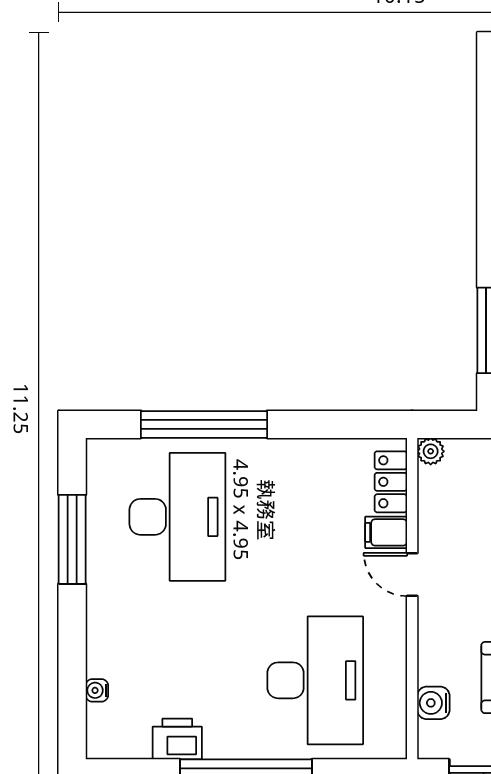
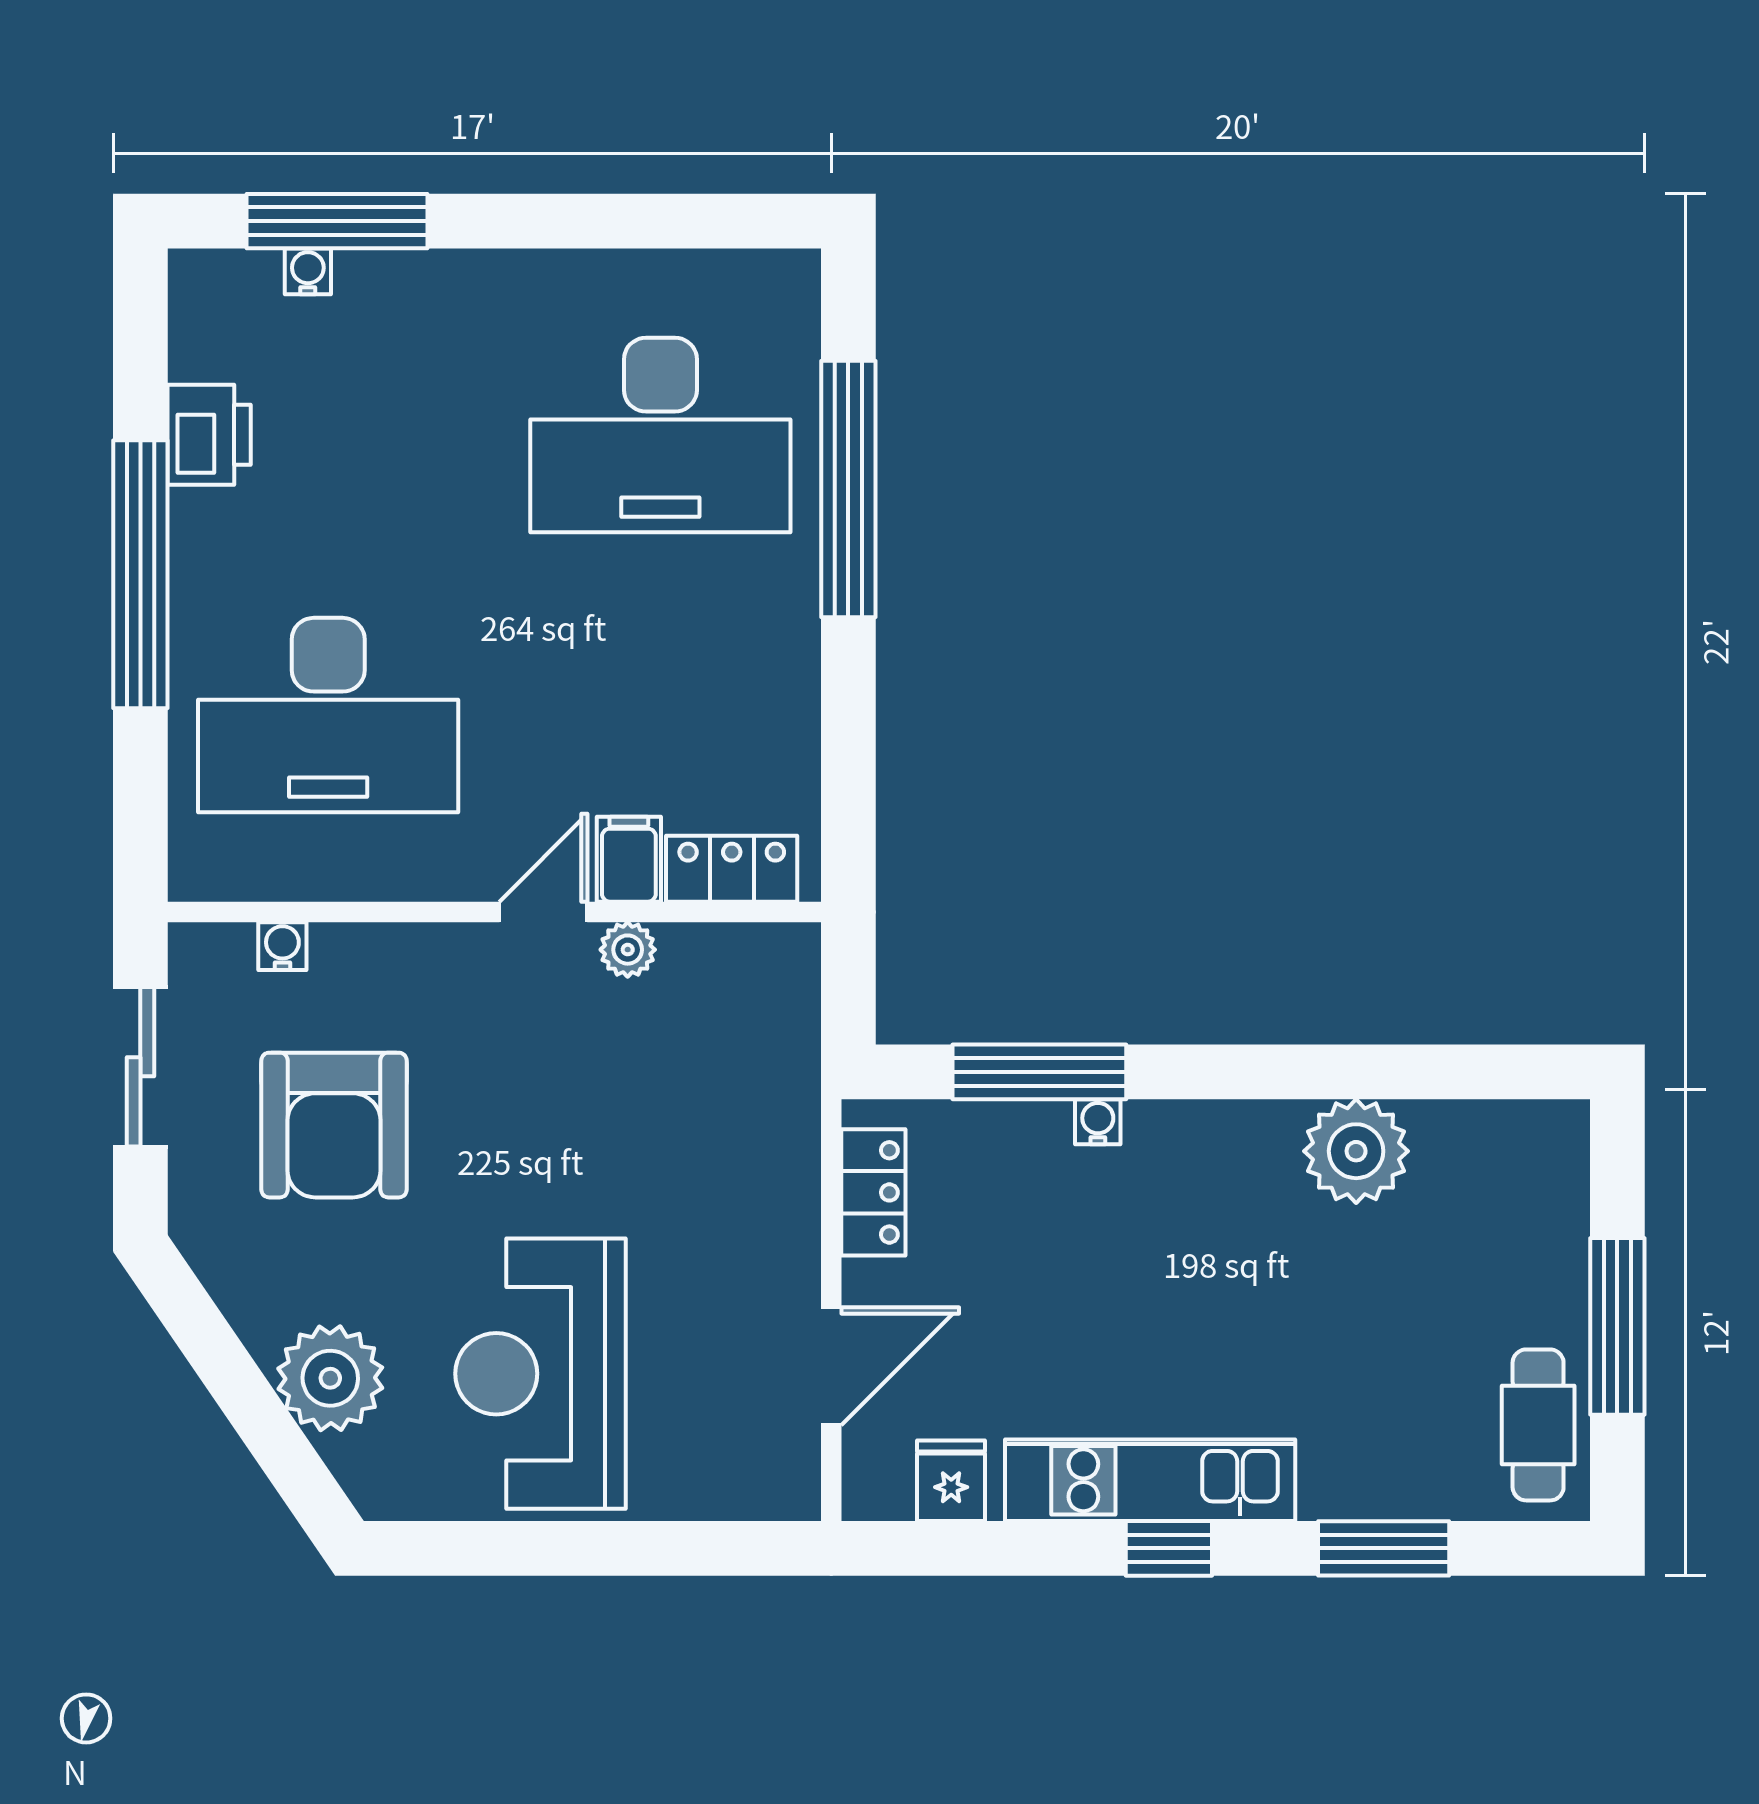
plant: (431, 451) -> (628, 950), moved
window: (72, 539) -> (337, 221), moved
water cooler: (433, 703) -> (282, 946), width x0.72, depth x0.72

